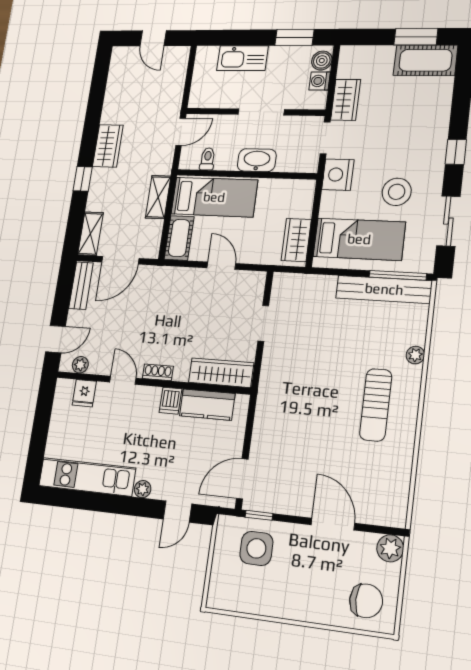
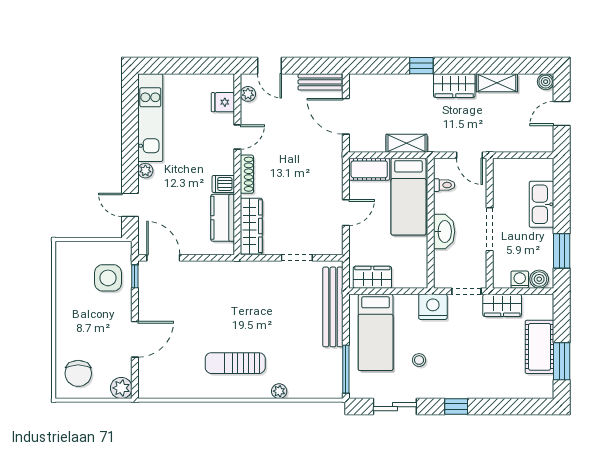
boiler: (119, 54) -> (546, 82), added
cot: (425, 60) -> (540, 347), moved
stool: (397, 192) -> (419, 360), width x0.53, depth x0.53
shelving: (90, 234) -> (497, 83), moved
bench: (384, 289) -> (333, 307), moved
shoe rack: (158, 372) -> (247, 174), width x1.43

